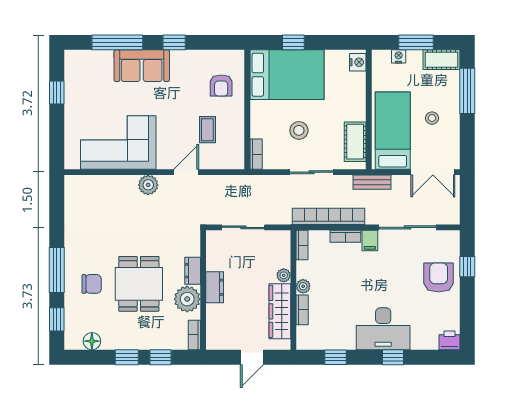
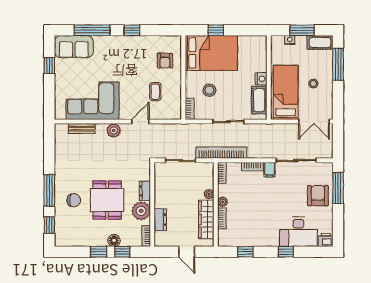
nightstand: (358, 62) -> (261, 79), moved
sofa: (142, 66) -> (74, 47), moved
stool: (299, 130) -> (209, 90), moved
bench: (372, 182) -> (82, 129), moved
bookcase: (329, 216) -> (221, 153), moved
window: (467, 267) -> (338, 188), width x2.17
dresser: (215, 287) -> (160, 220), moved
desk: (383, 329) -> (298, 232), moved
floor lamp: (92, 341) -> (114, 240), moved
door: (252, 357) -> (187, 252), hinge flipped

